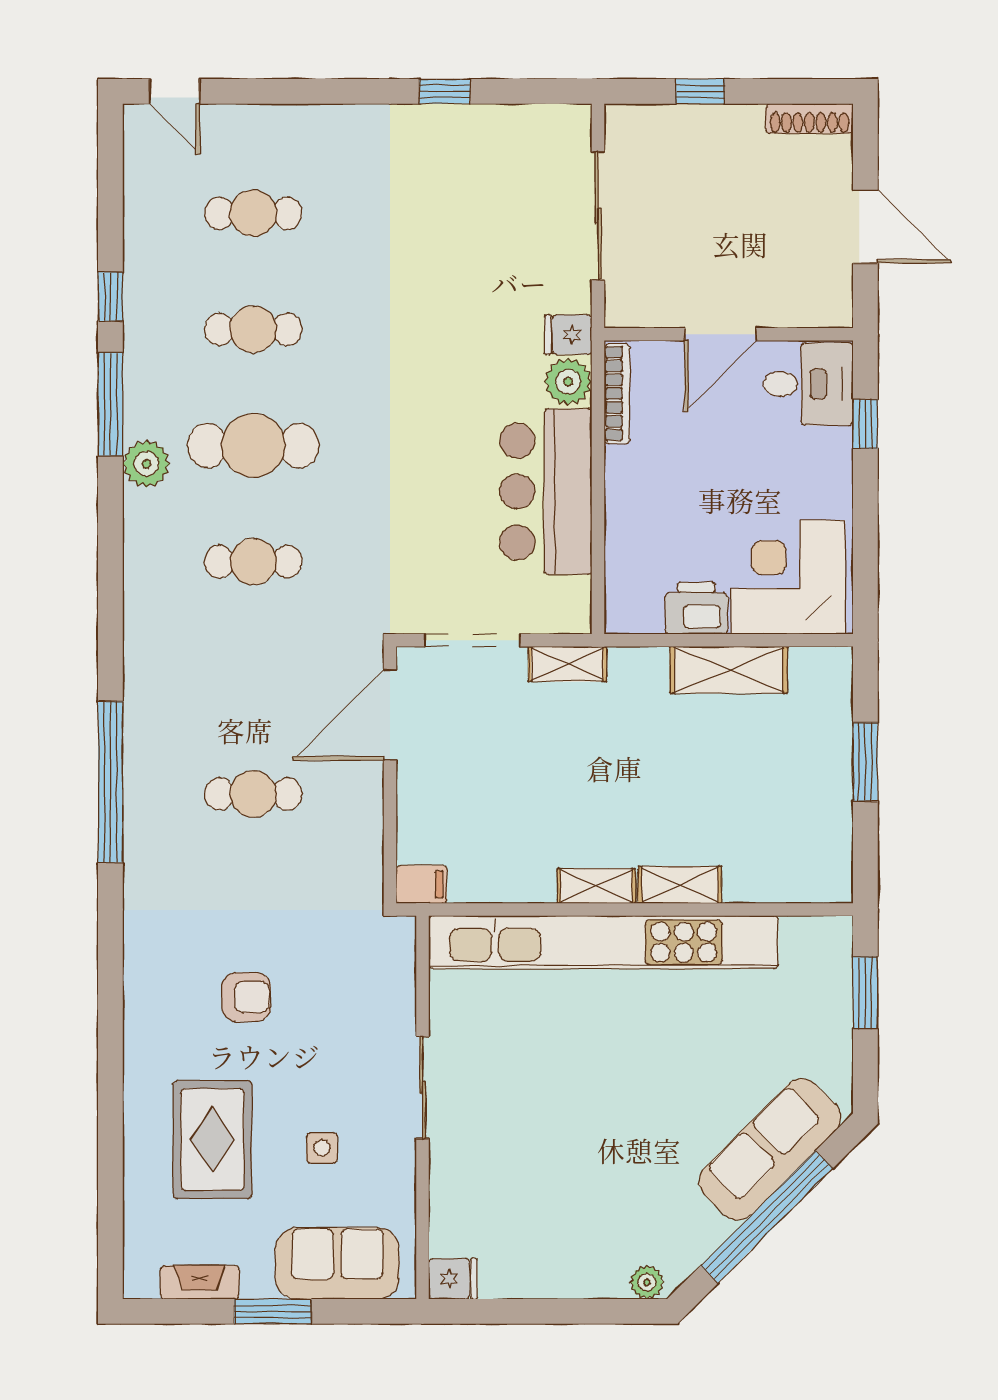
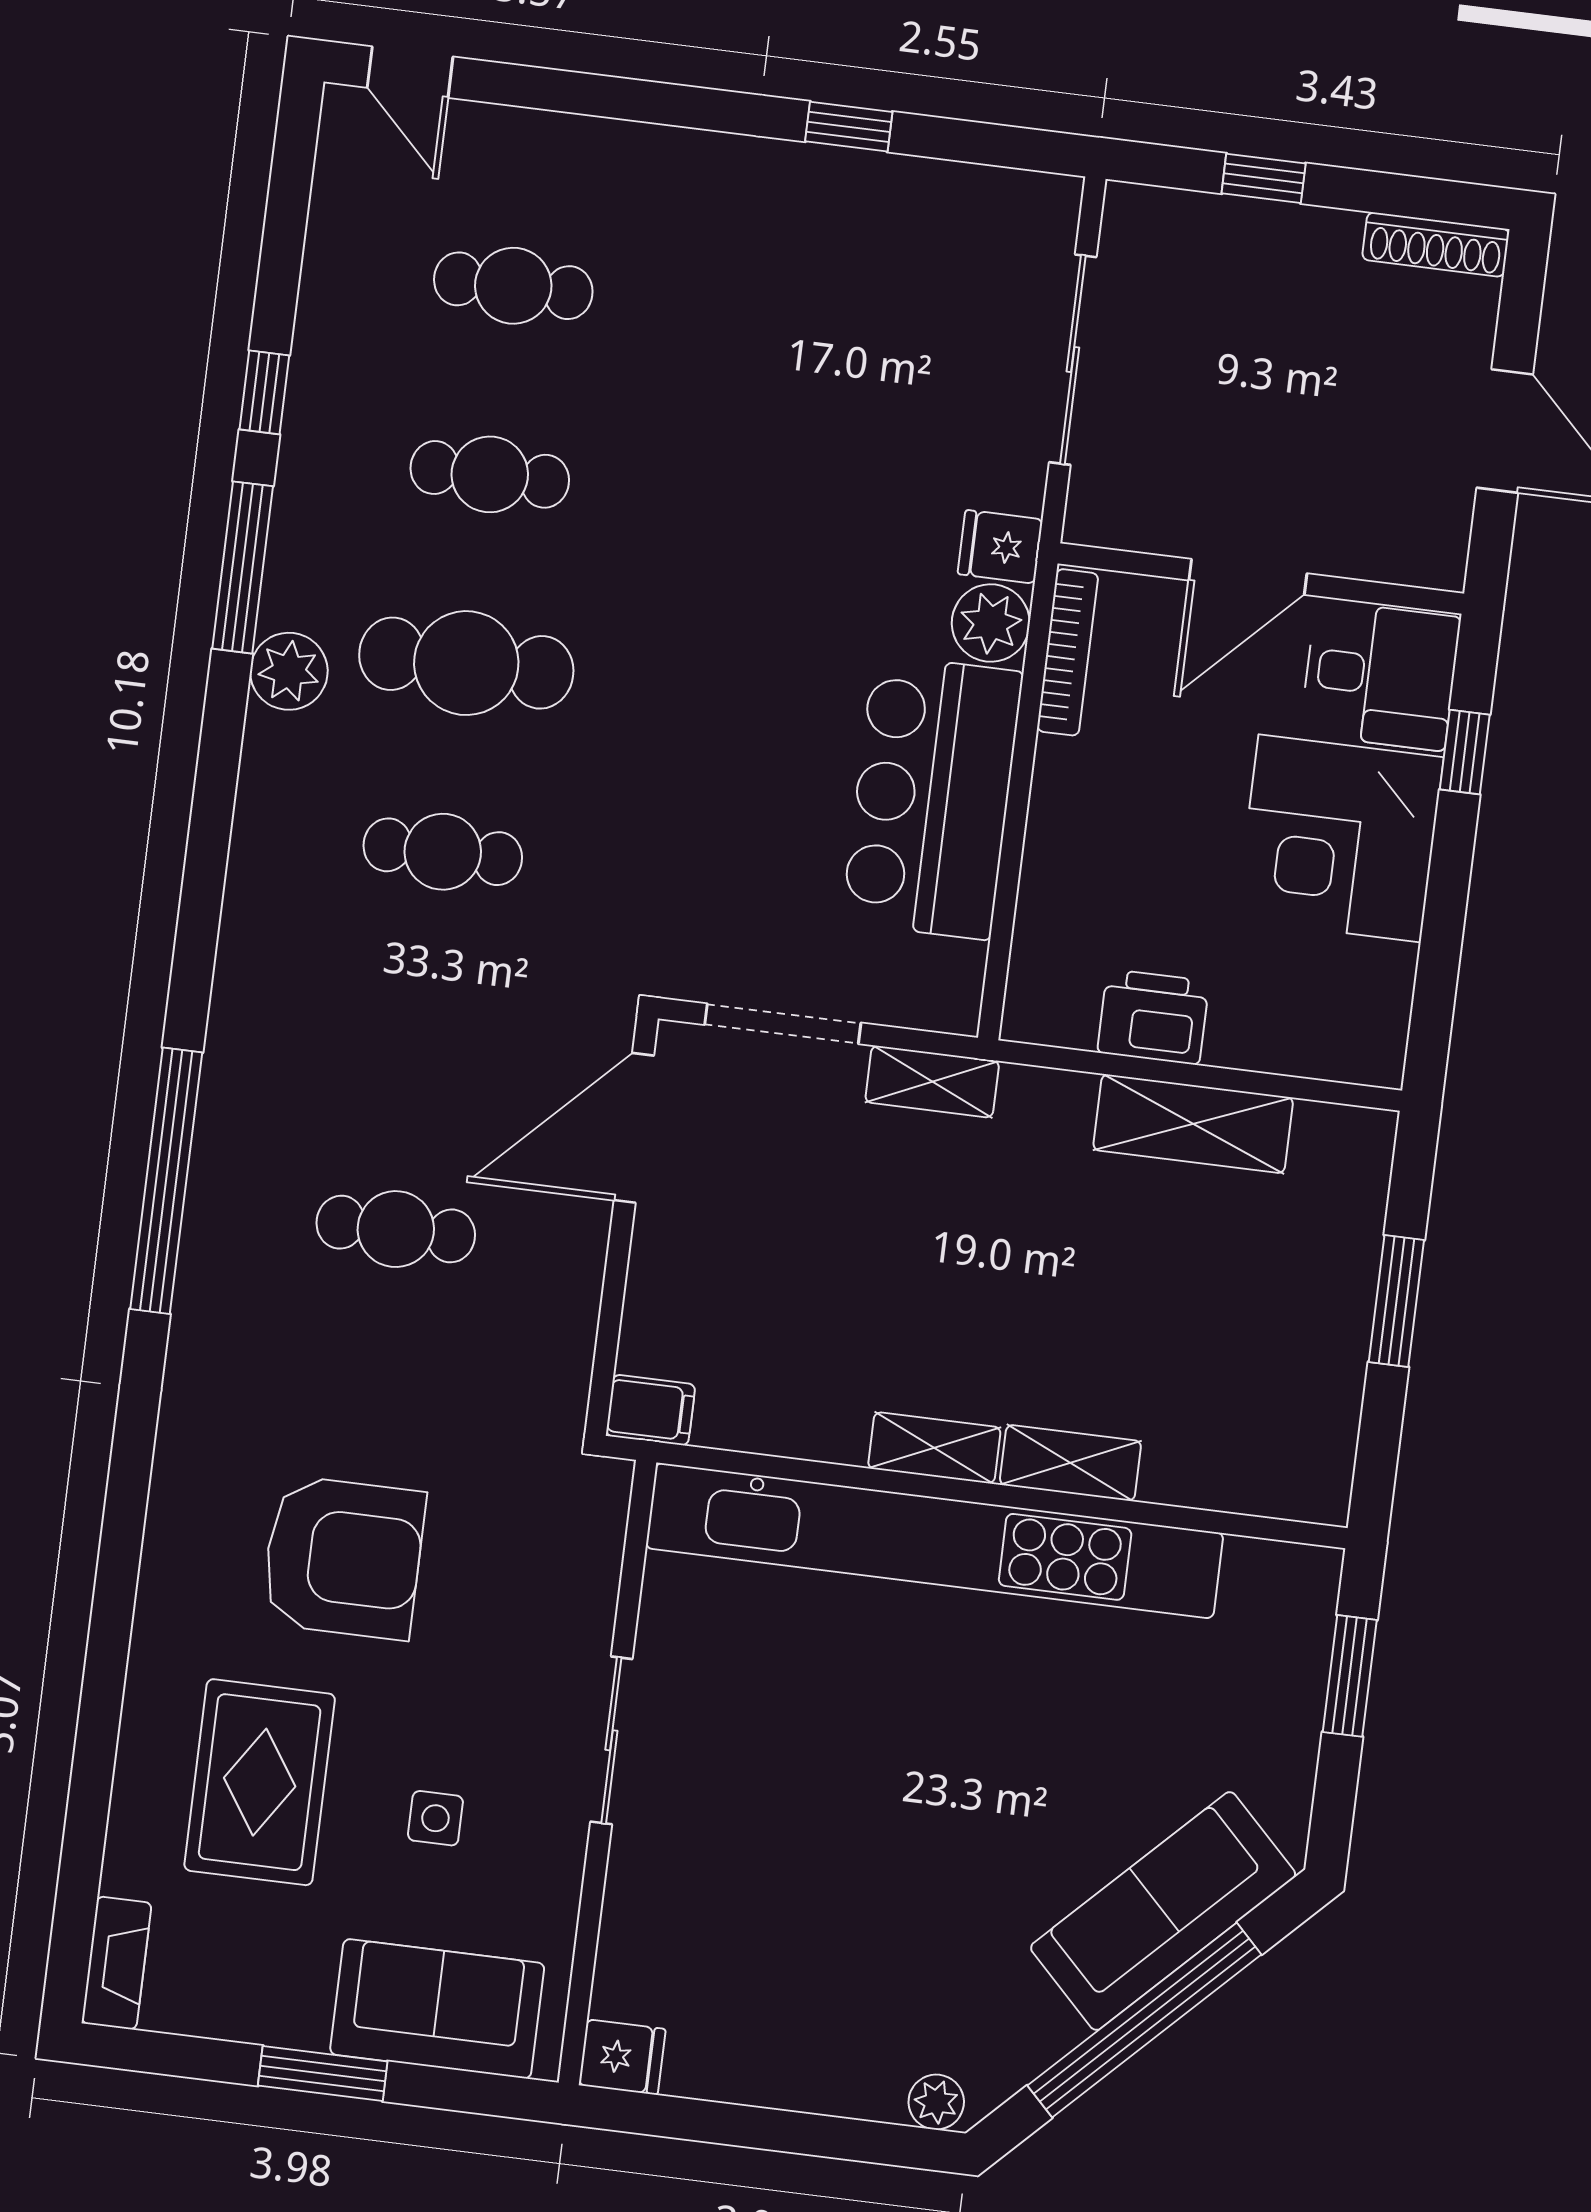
corner desk: (788, 577) -> (1340, 838), moved, turned -90
armchair: (246, 997) -> (343, 1558), width x1.88, depth x1.88
fireplace: (200, 1282) -> (117, 1963), moved, turned 90

